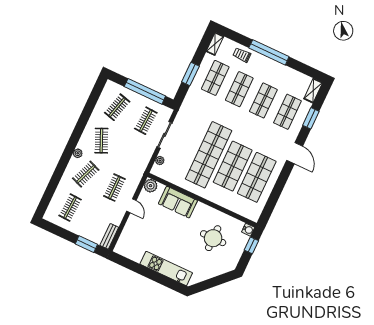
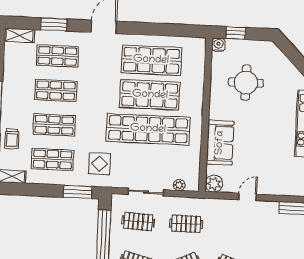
window: (190, 74) -> (78, 192), moved
display table: (198, 110) -> (100, 164), added
clothes rail: (114, 188) -> (186, 224), moved

